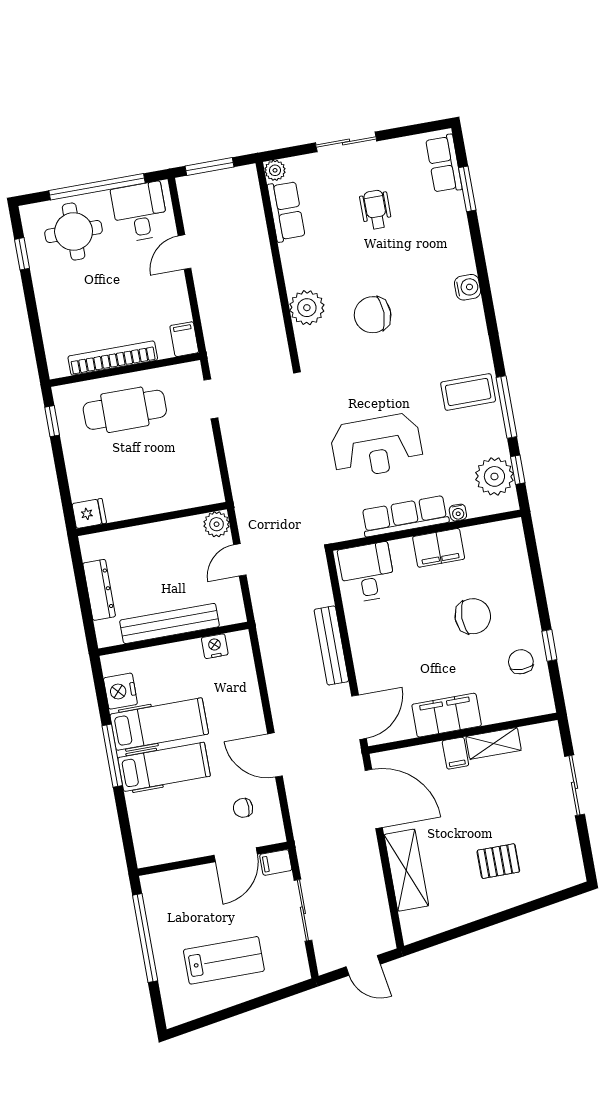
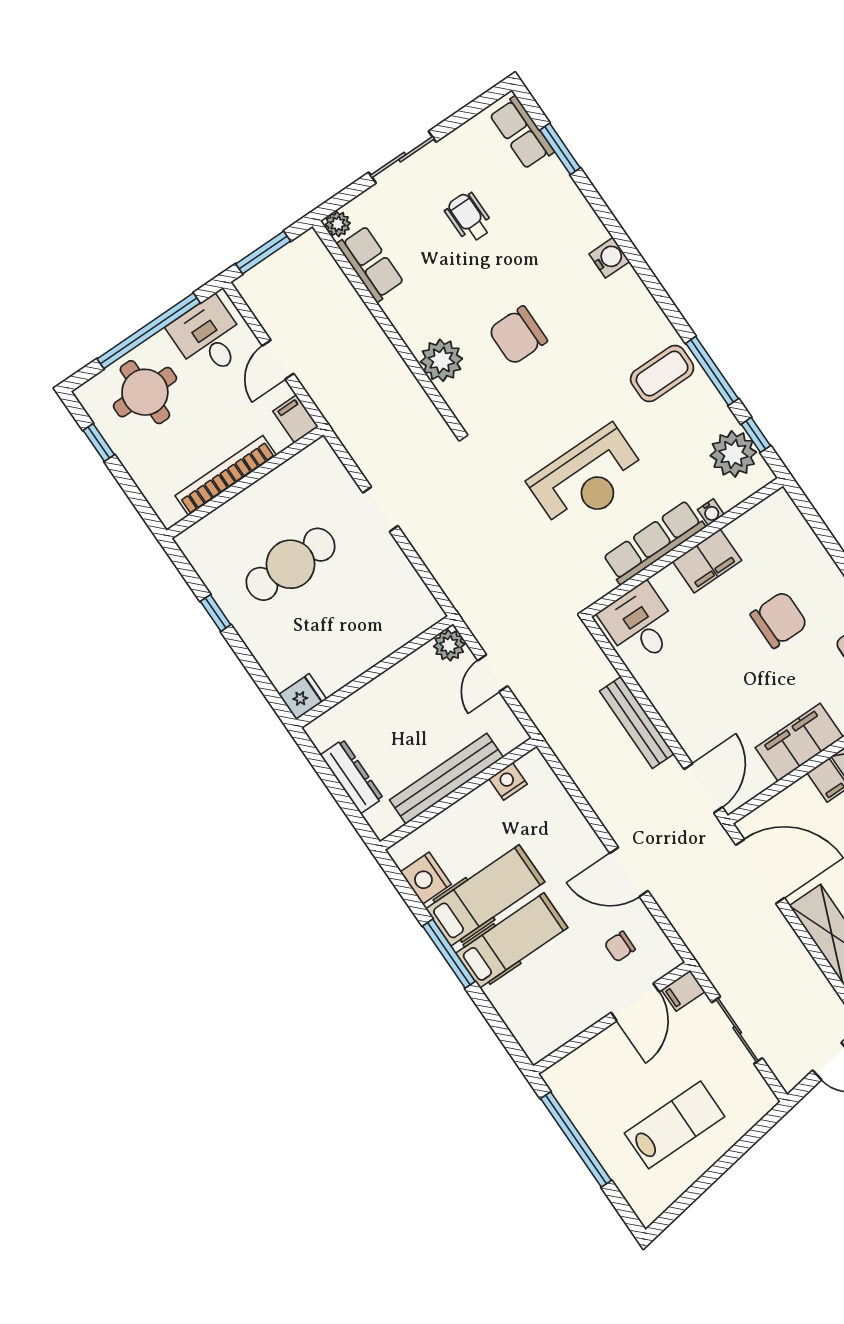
filing cabinet: (184, 339) -> (296, 419), moved
bookcase: (113, 358) -> (226, 476), moved
wall: (125, 370) -> (245, 482), moved

